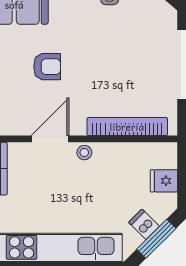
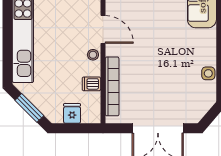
armchair: (47, 67) -> (156, 27), removed
dishwasher: (144, 224) -> (91, 84), moved, turned -135

